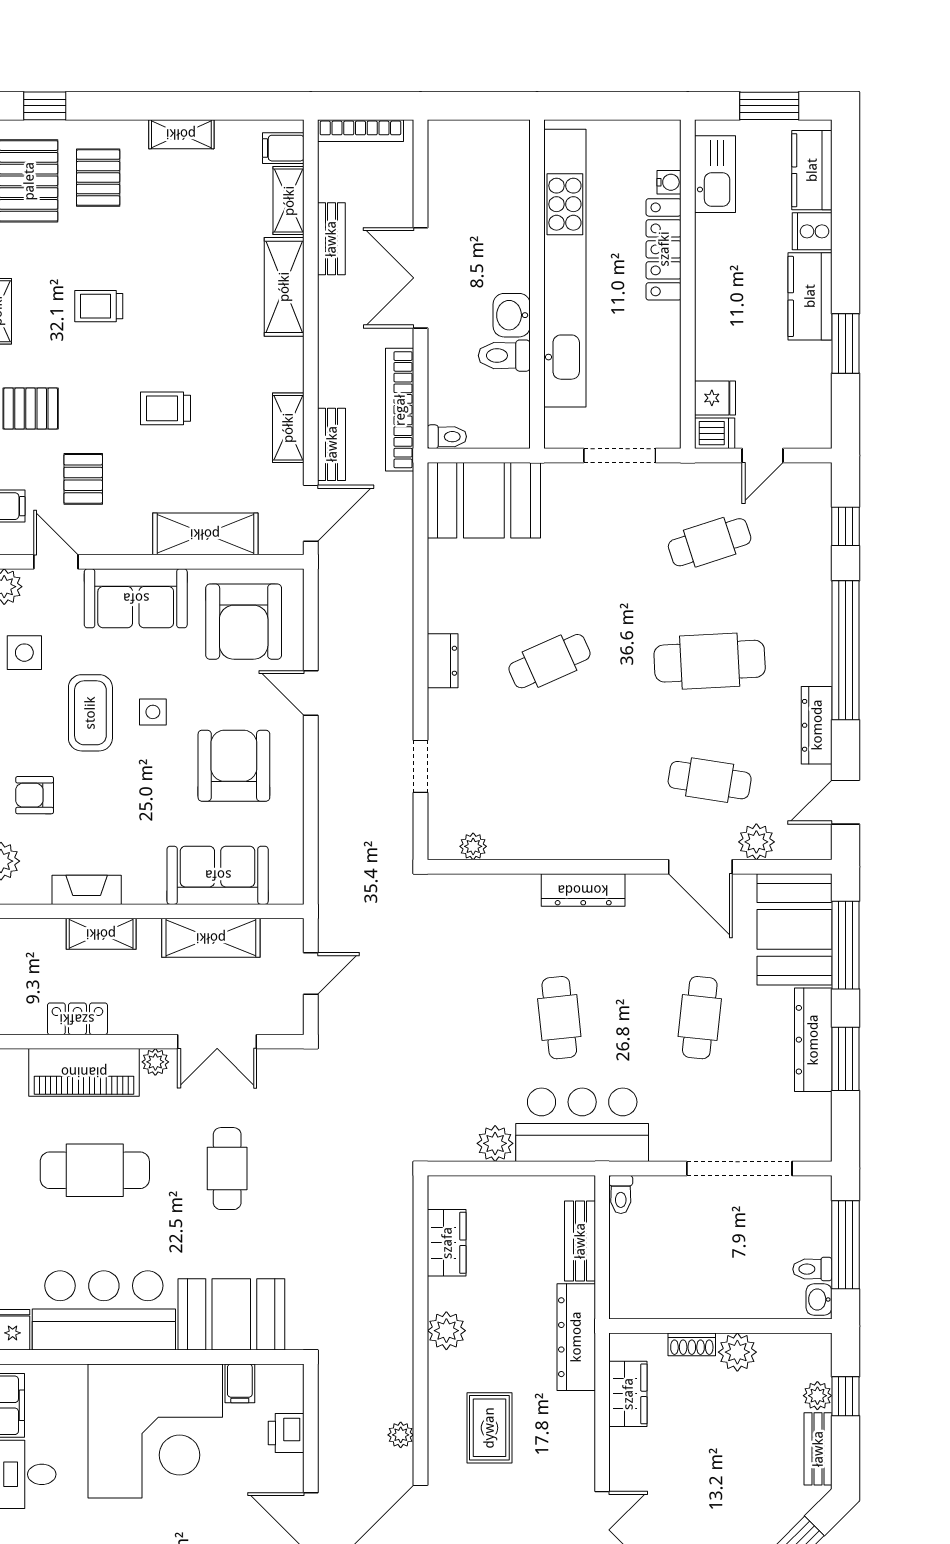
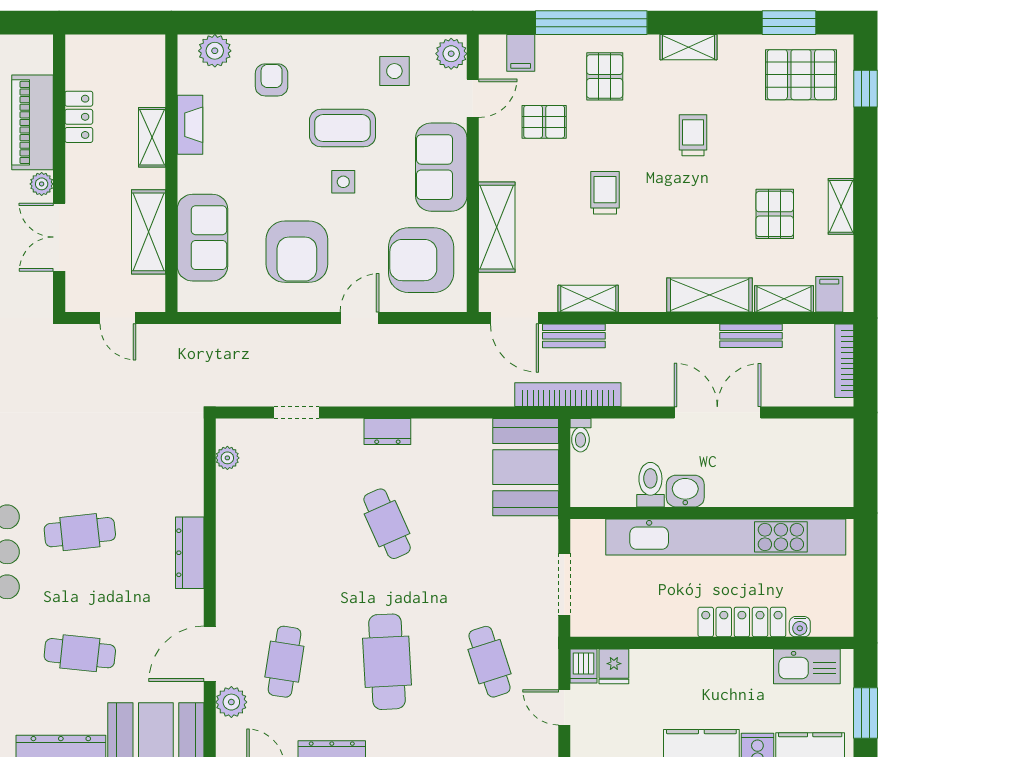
pallet: (98, 178) -> (775, 214), moved, turned 90
bookcase: (400, 410) -> (568, 395), moved
armchair: (234, 766) -> (297, 252), turned 90

